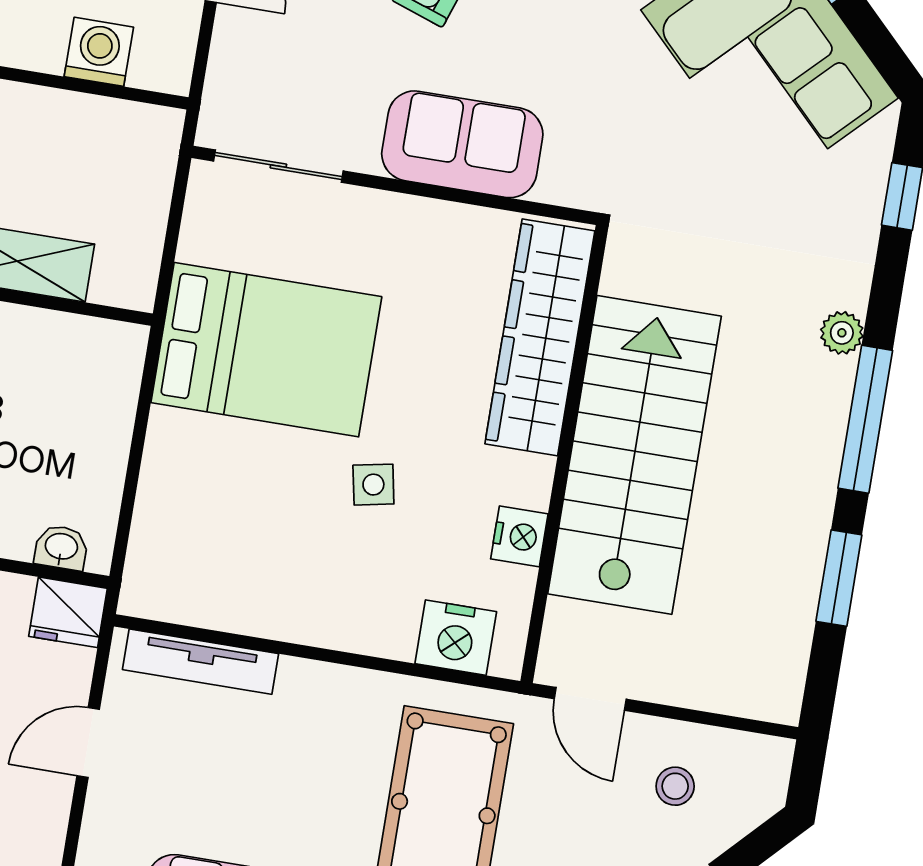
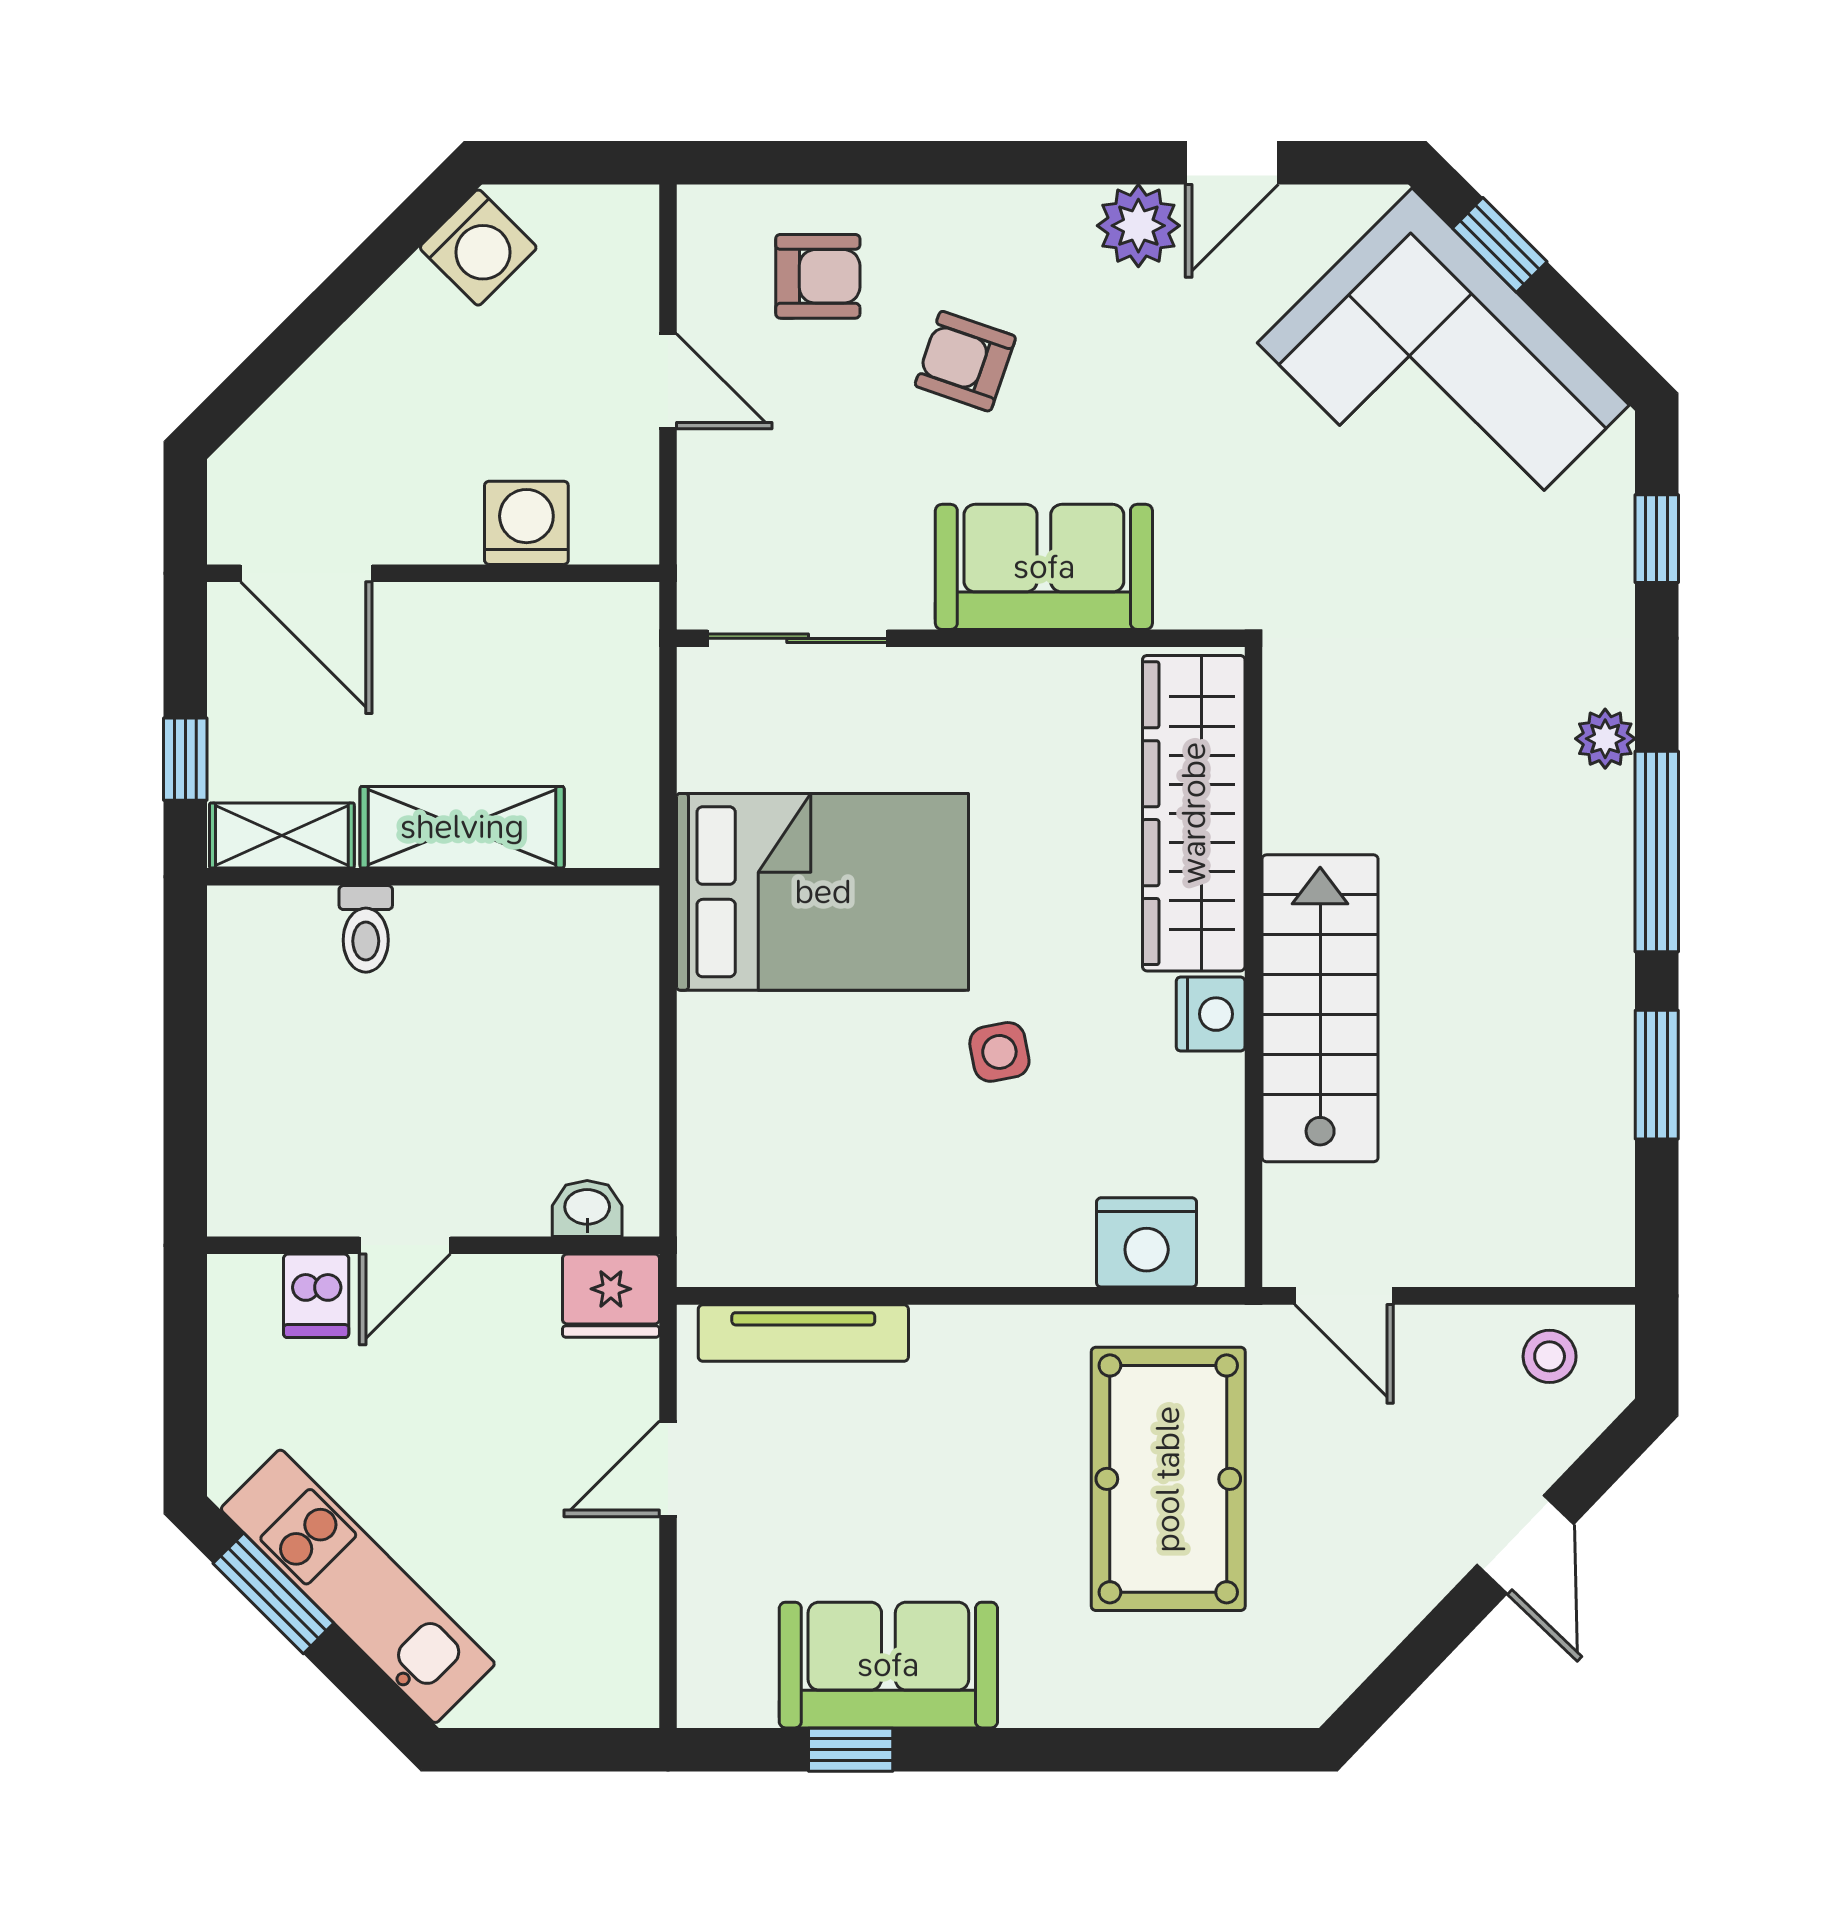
stairs: (634, 455) -> (1320, 1008), width x0.73, depth x0.66
nightstand: (519, 536) -> (1211, 1014), moved
stool: (675, 786) -> (1550, 1356), moved

